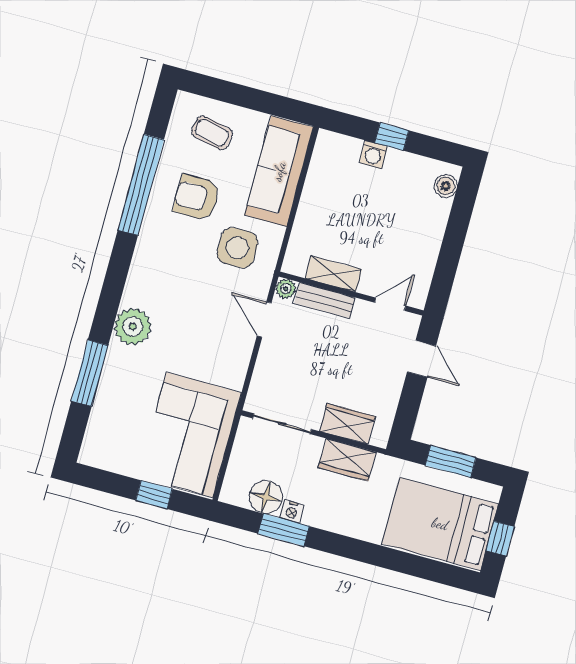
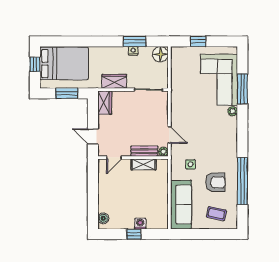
side table: (237, 248) -> (191, 164), width x0.54, depth x0.54
plant: (133, 327) -> (233, 111), width x0.53, depth x0.53
wardrobe: (347, 424) -> (105, 103), moved, turned -90
corner sofa: (190, 435) -> (219, 80), moved, turned 180
floor lamp: (266, 497) -> (160, 54), moved

